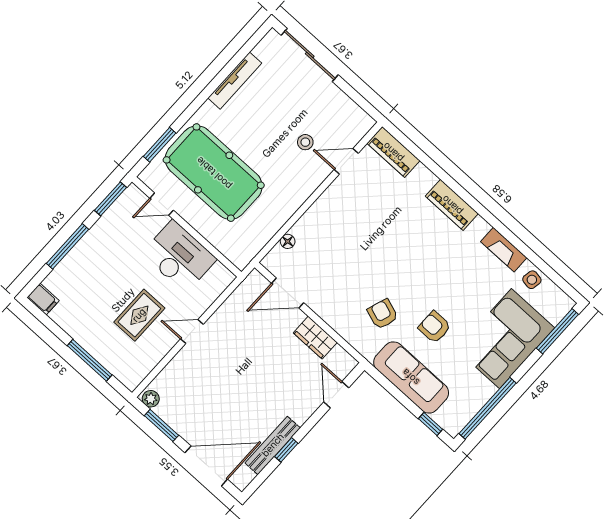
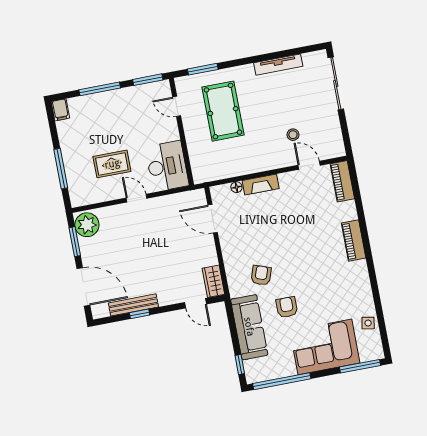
pool table: (214, 173) -> (223, 111), width x0.73, depth x0.76
fireplace: (504, 250) -> (261, 184), moved, turned -90
desk: (179, 256) -> (167, 166), moved
wardrobe: (315, 338) -> (213, 281), moved
door: (336, 395) -> (196, 303), swing flipped
plant: (151, 399) -> (87, 225), width x1.88, depth x1.88

